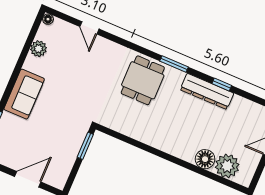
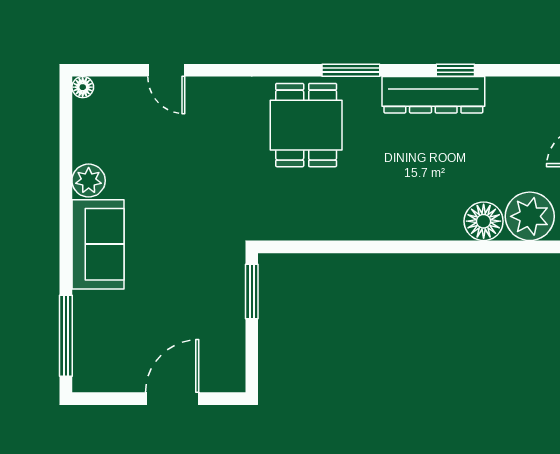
plant: (38, 49) -> (89, 181), moved

